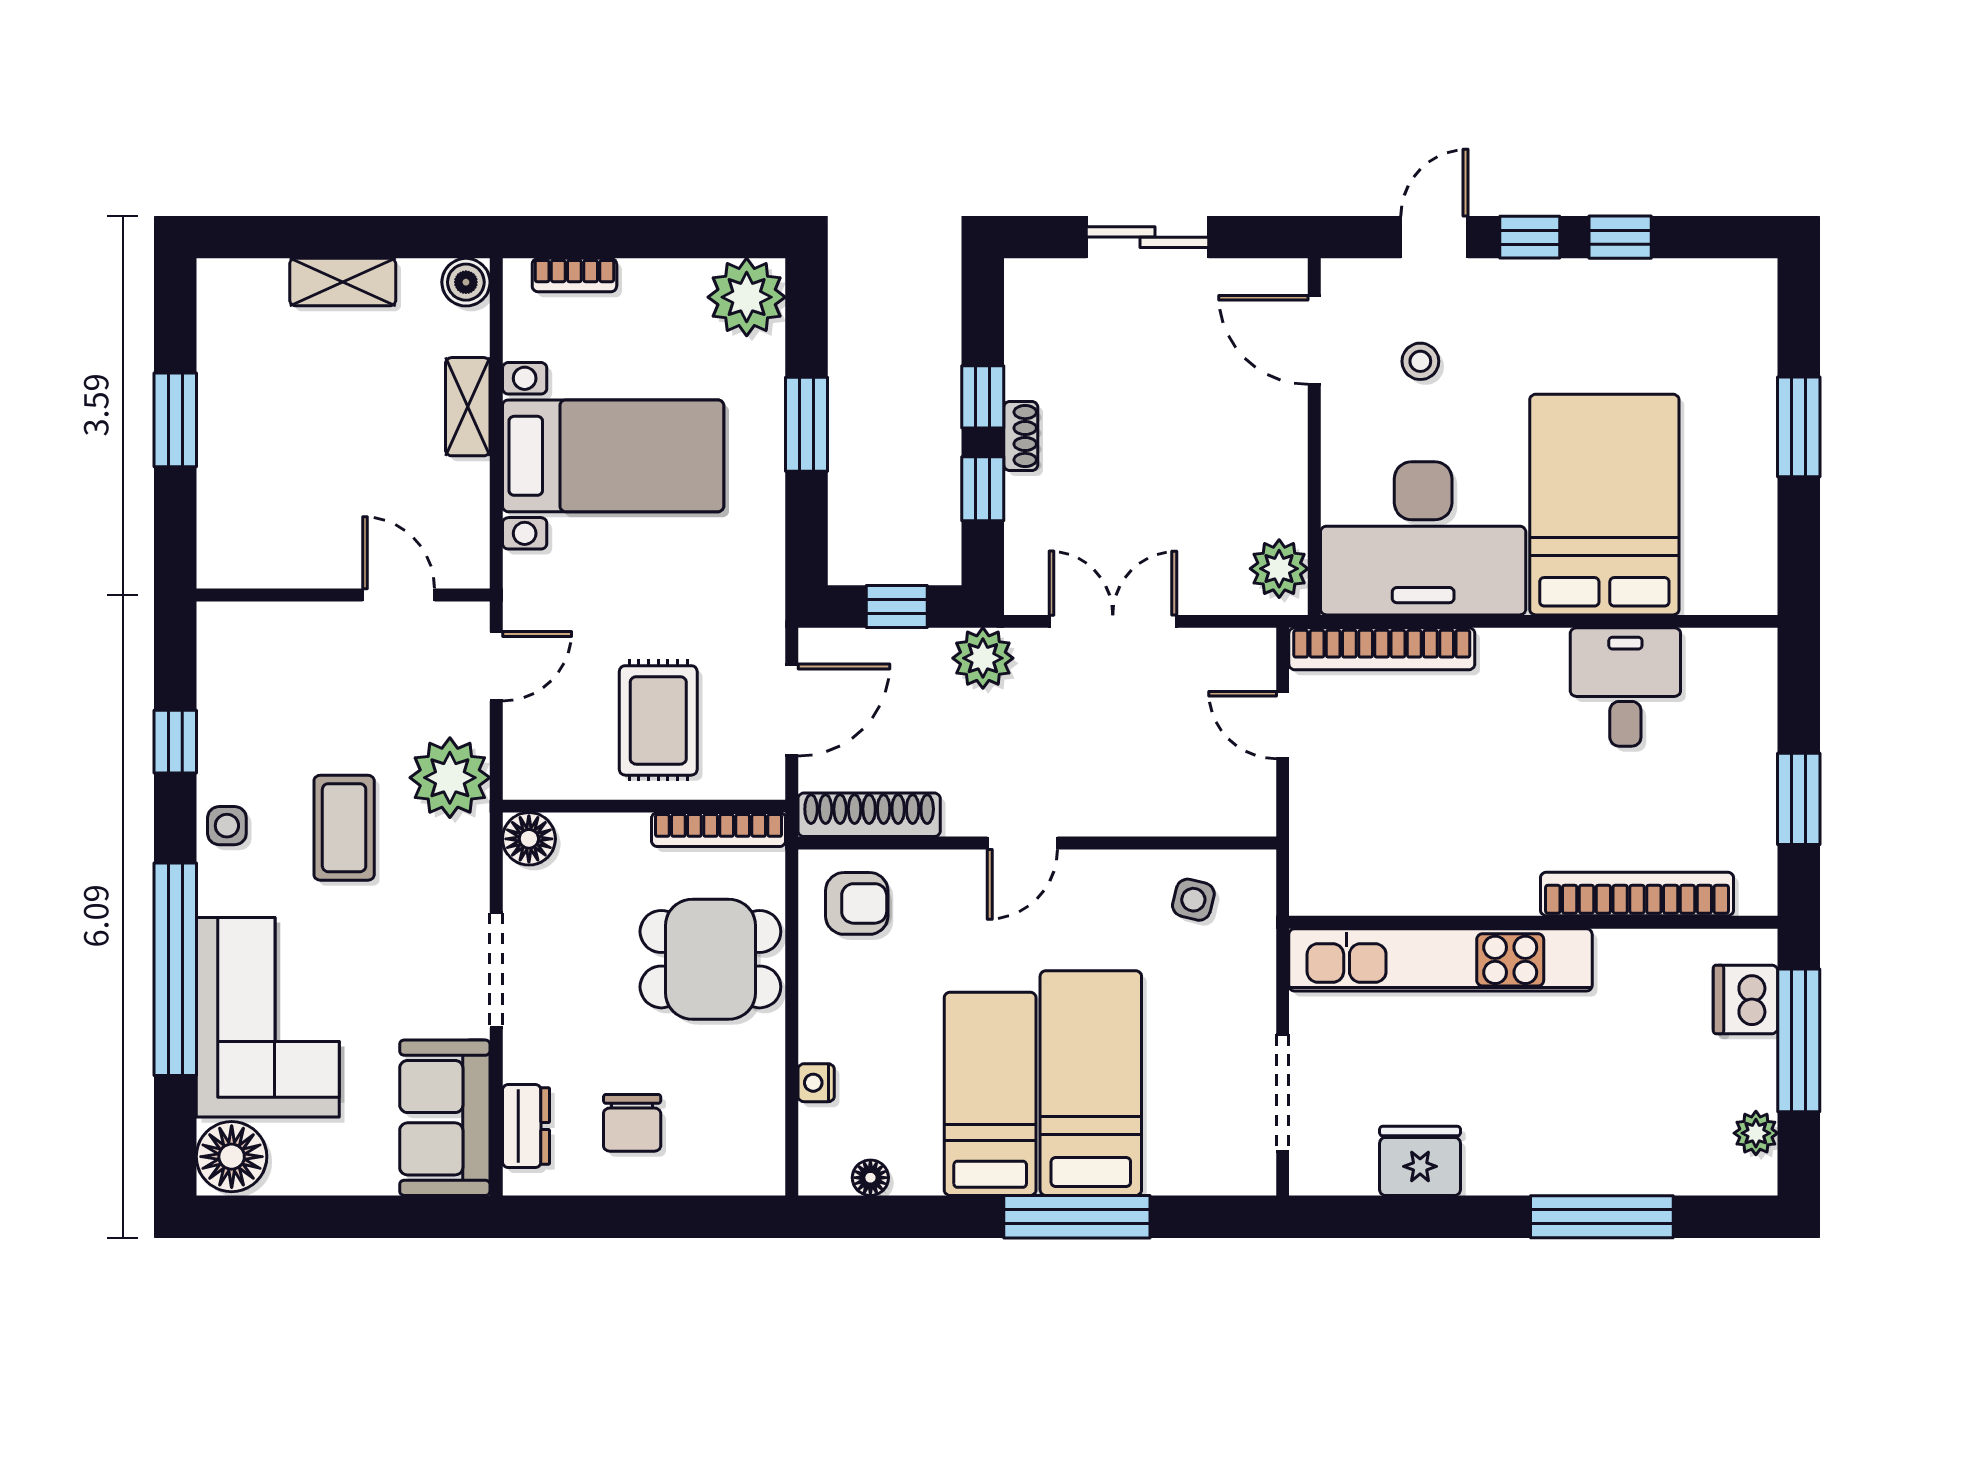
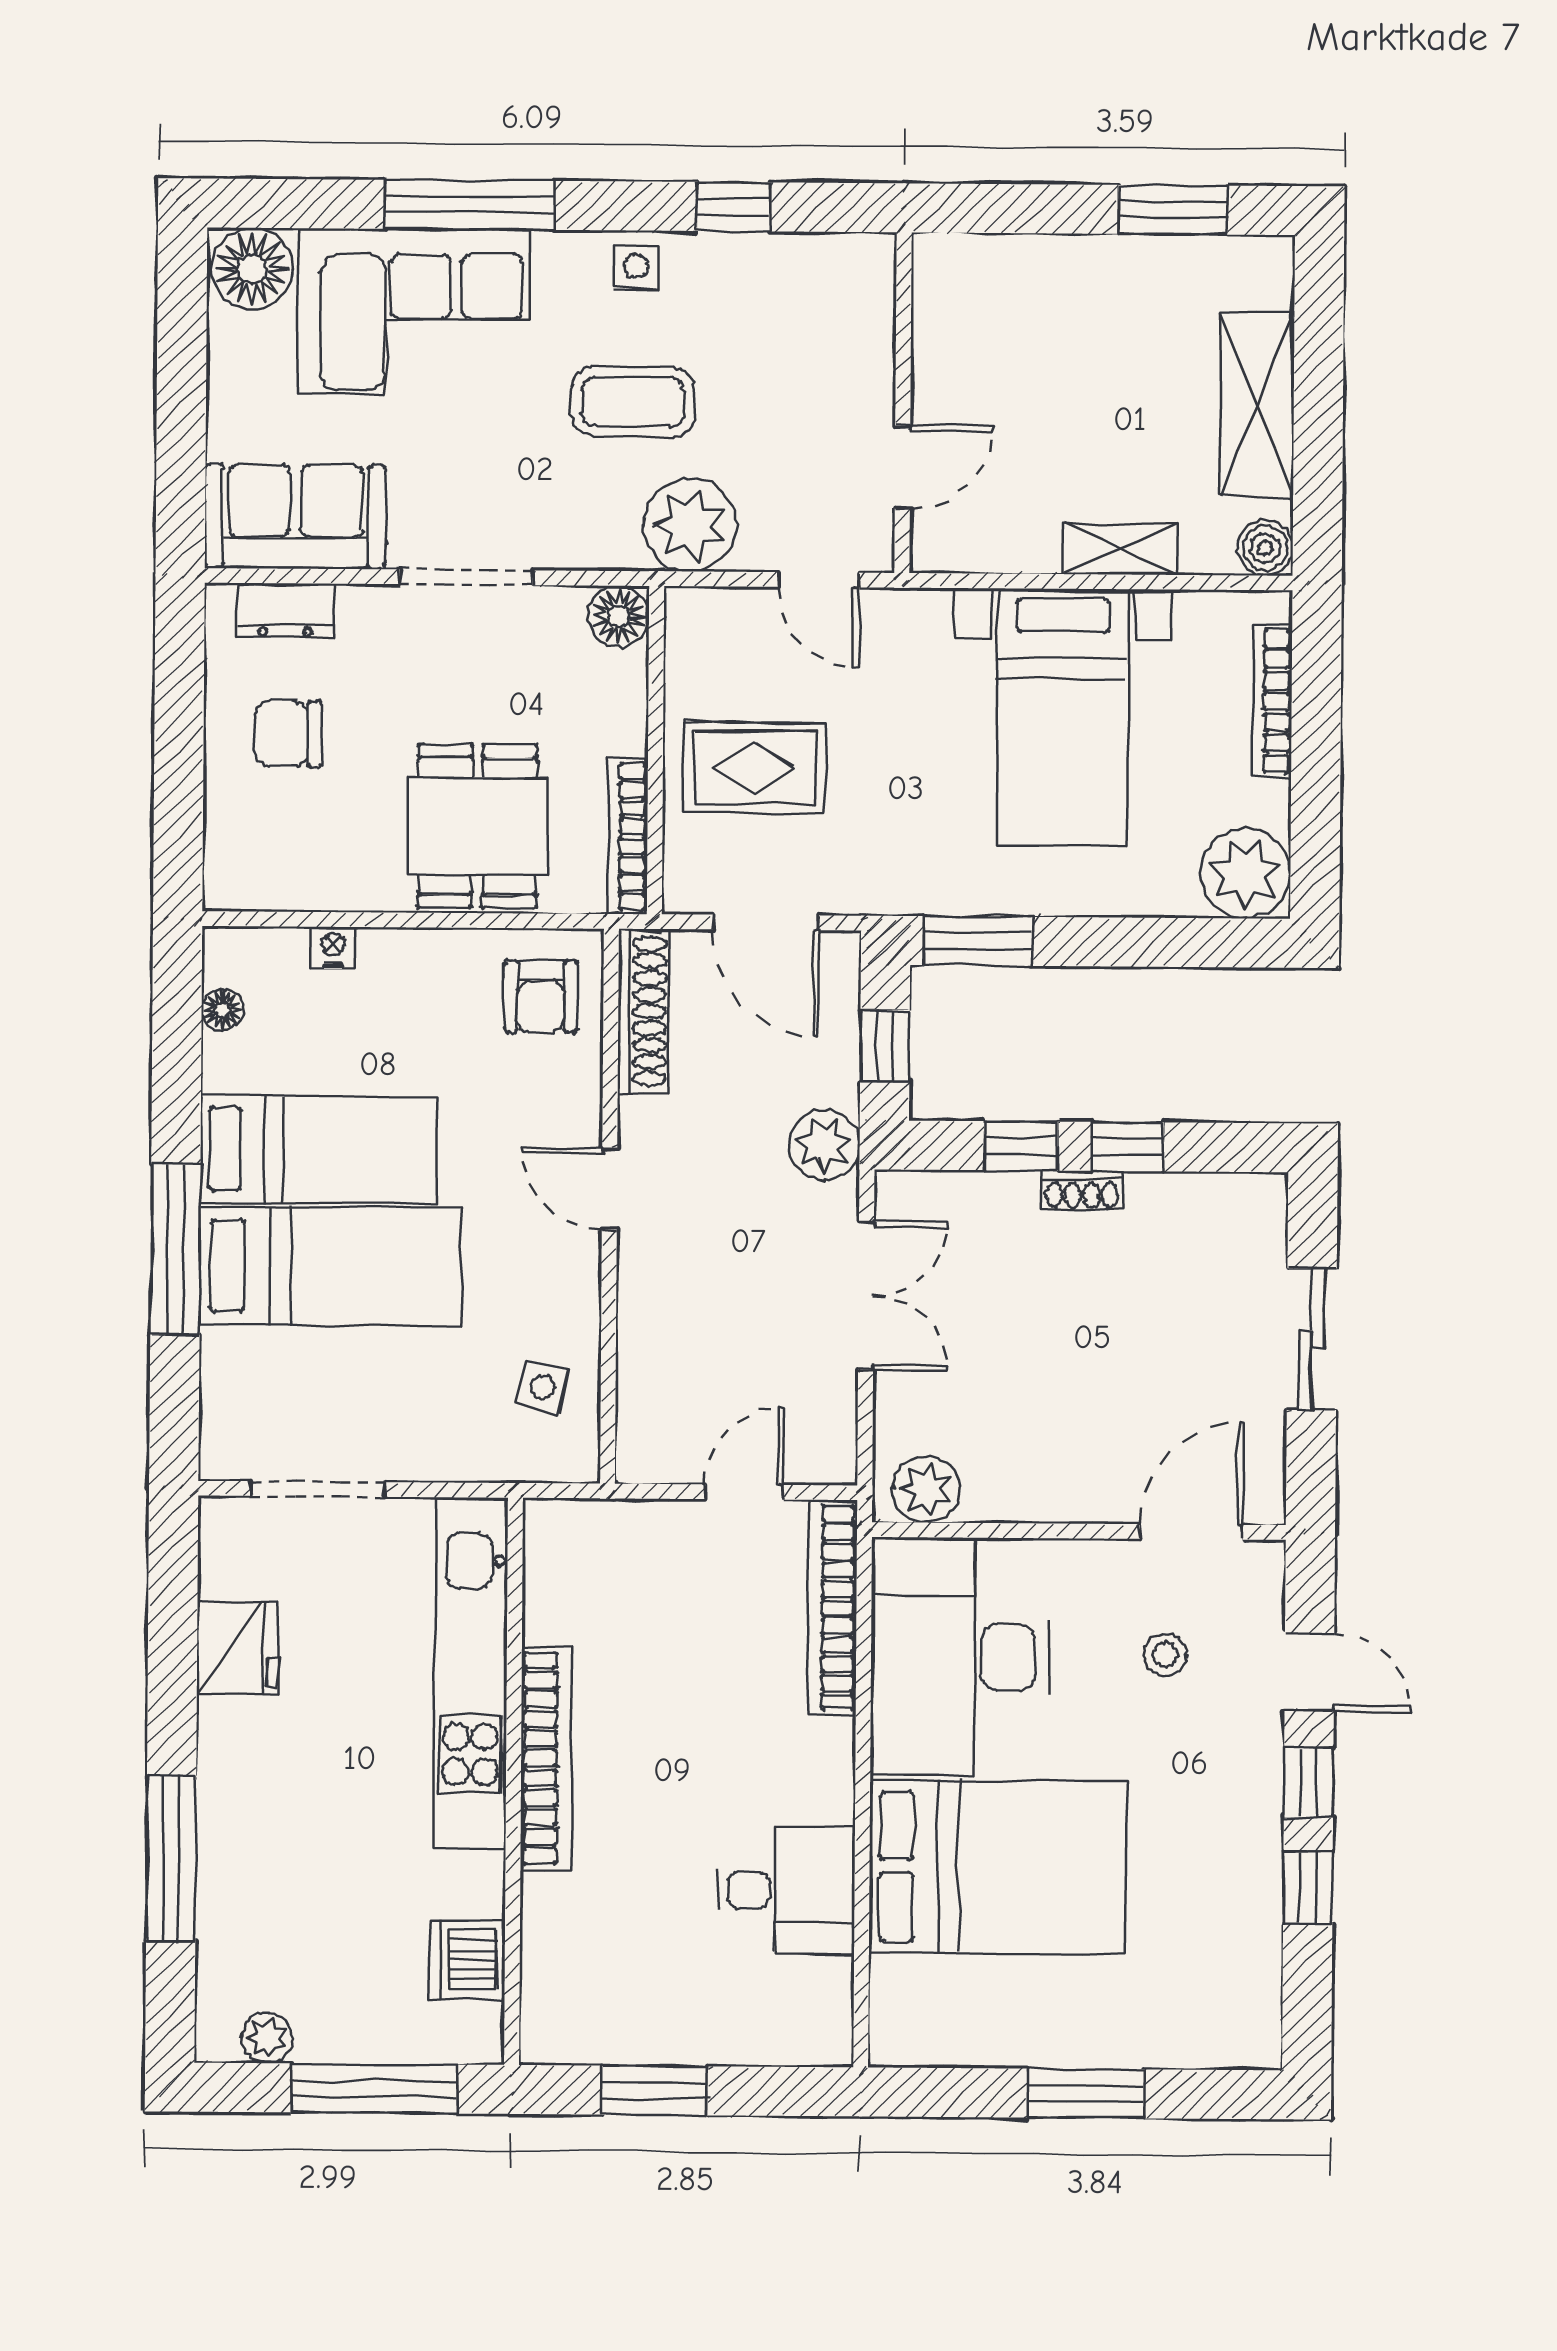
bookcase: (574, 275) -> (1272, 701), width x1.56
shelving: (343, 282) -> (1257, 405), width x1.50, depth x1.33
window: (175, 420) -> (1173, 210), moved
window: (807, 424) -> (978, 941), moved
bookcase: (1637, 894) -> (546, 1758), moved
window: (175, 969) -> (470, 205), width x0.68
dishwasher: (1746, 999) -> (468, 1960), moved, turned -90

